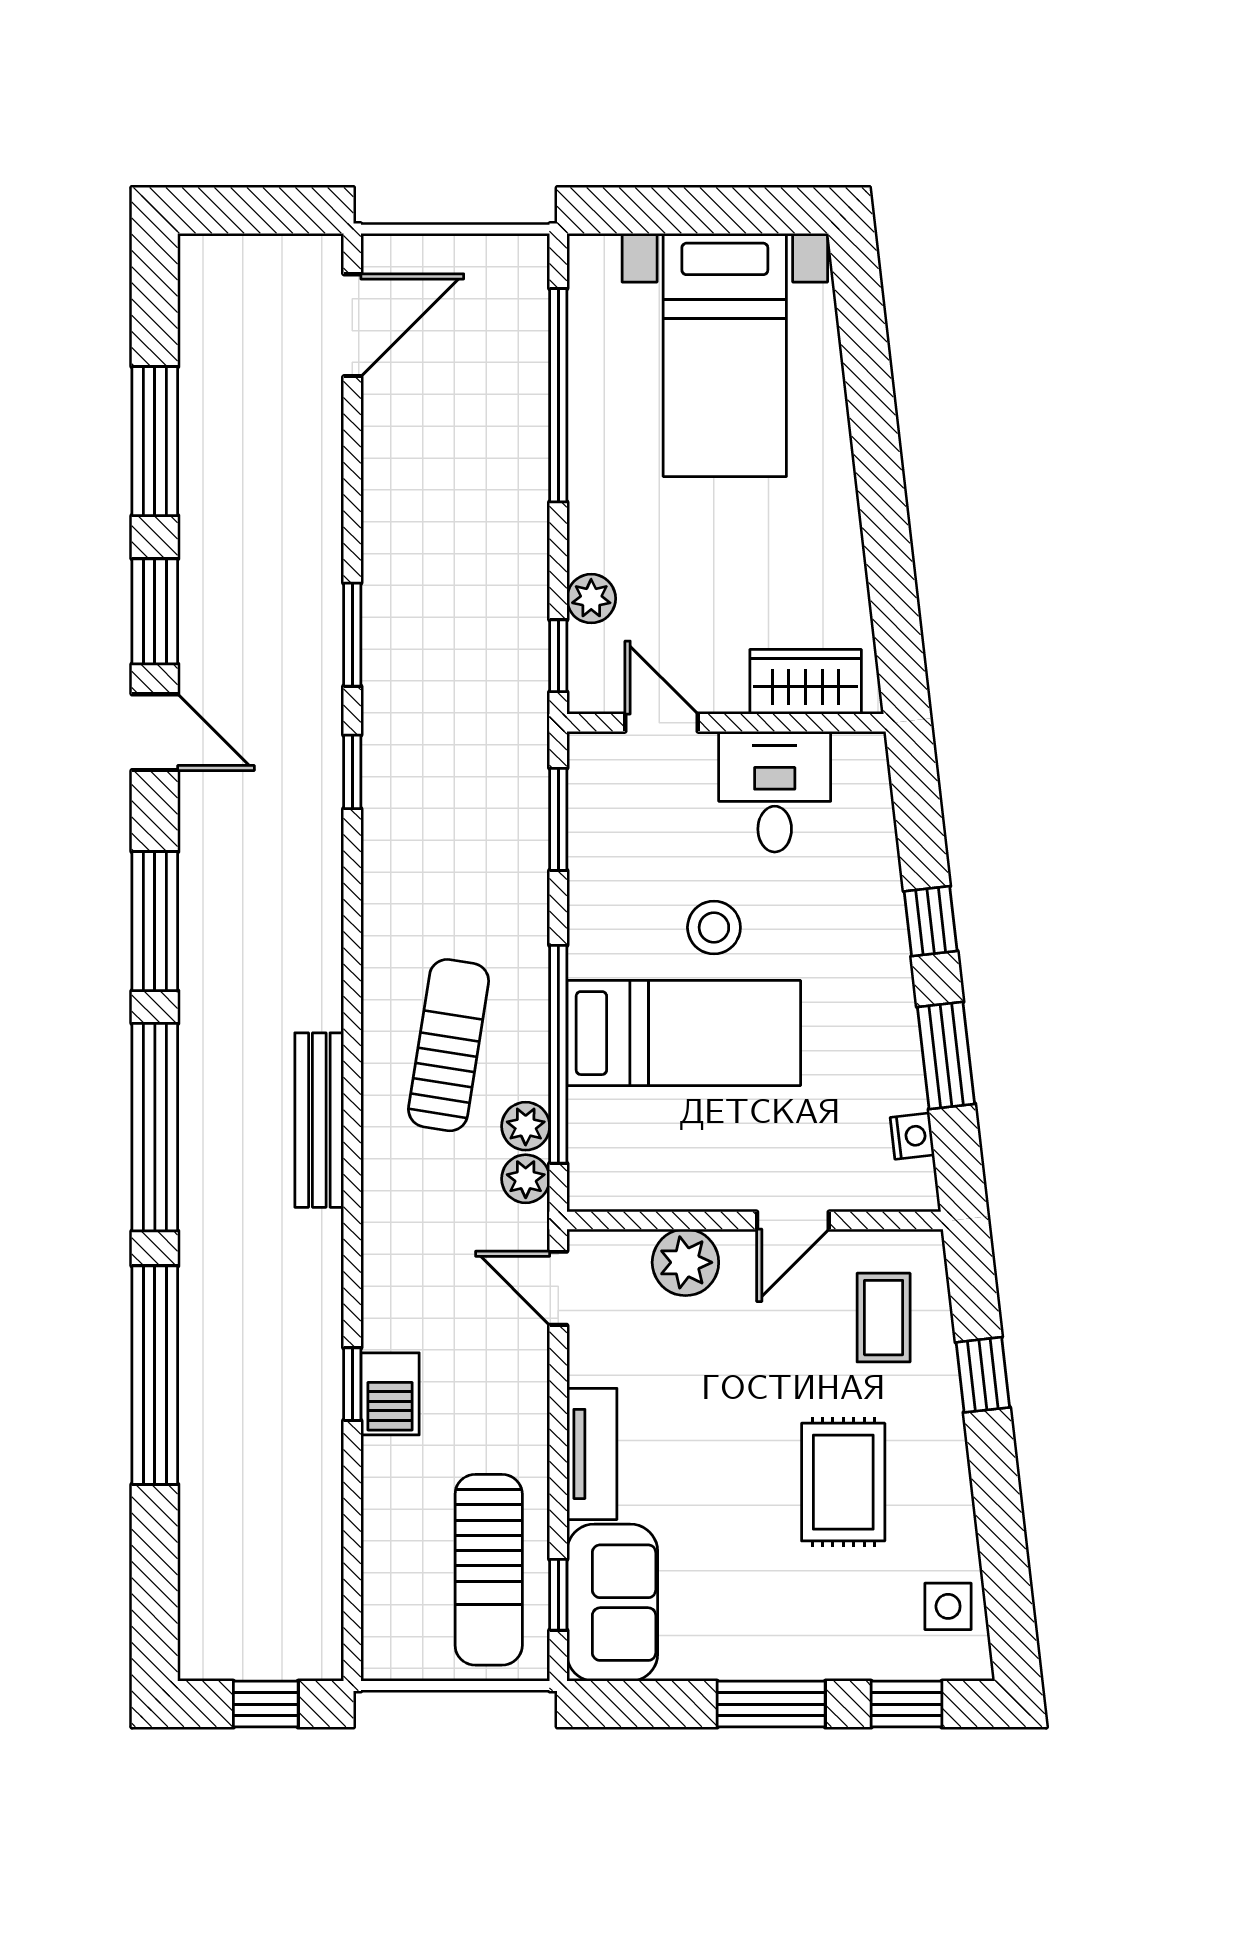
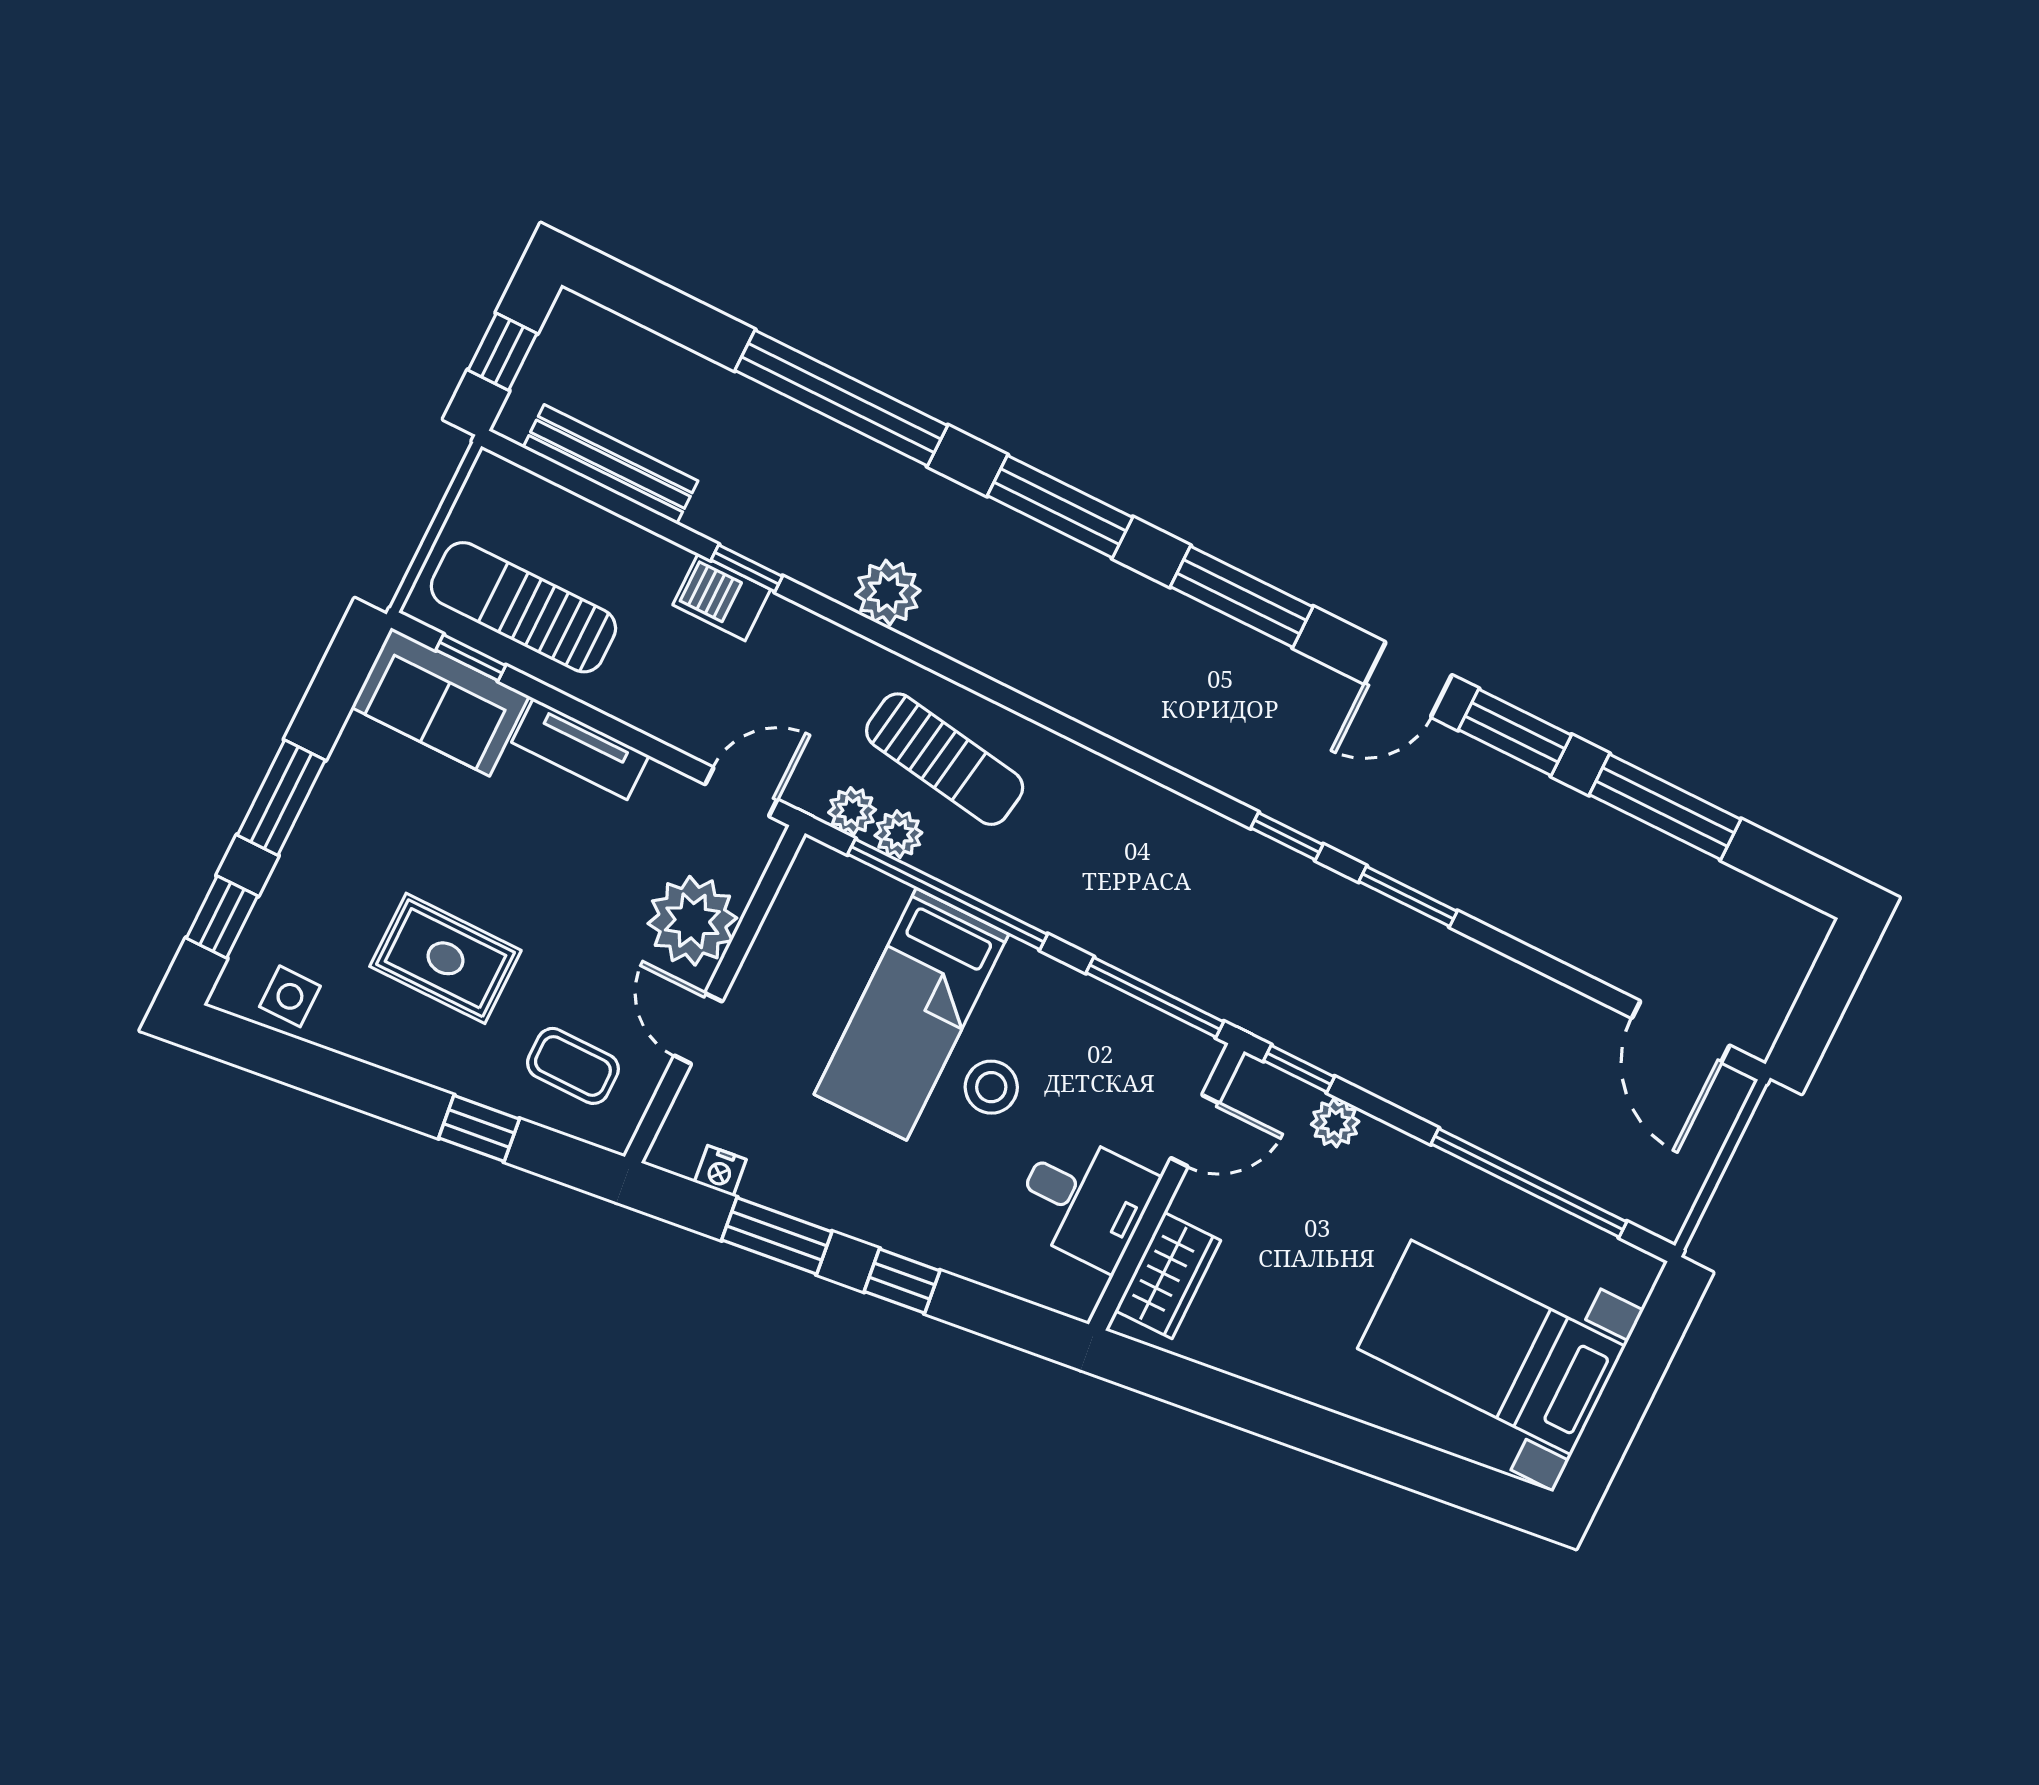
window: (558, 819) -> (1155, 997), width x1.44
sun lounger: (449, 1045) -> (945, 759), moved
bench: (319, 1120) -> (610, 464), moved
window: (155, 1127) -> (1060, 507), width x0.68
plant: (311, 1245) -> (888, 592), added
plant: (685, 1262) -> (692, 921), width x1.36, depth x1.36

